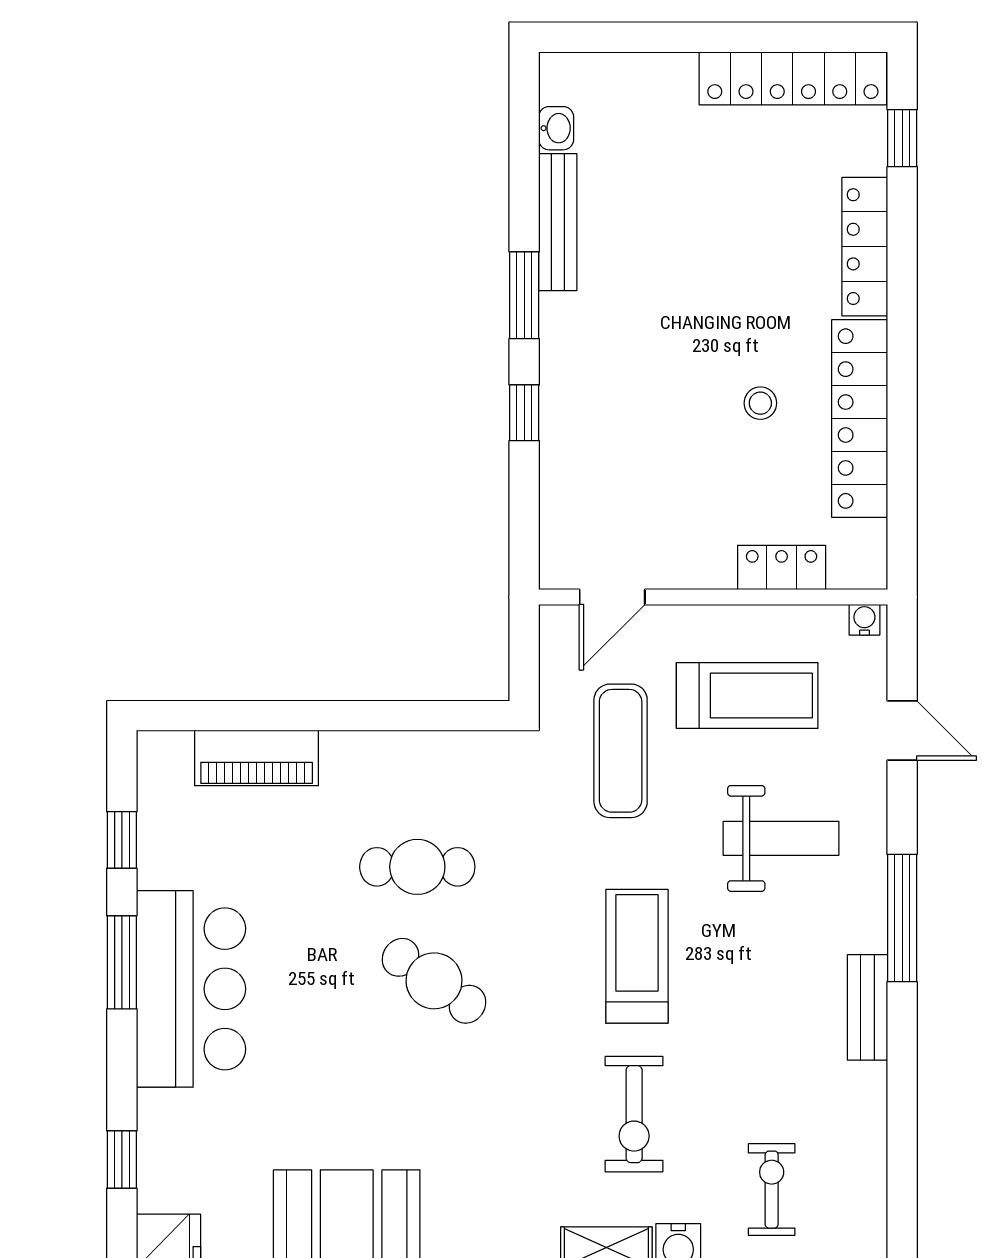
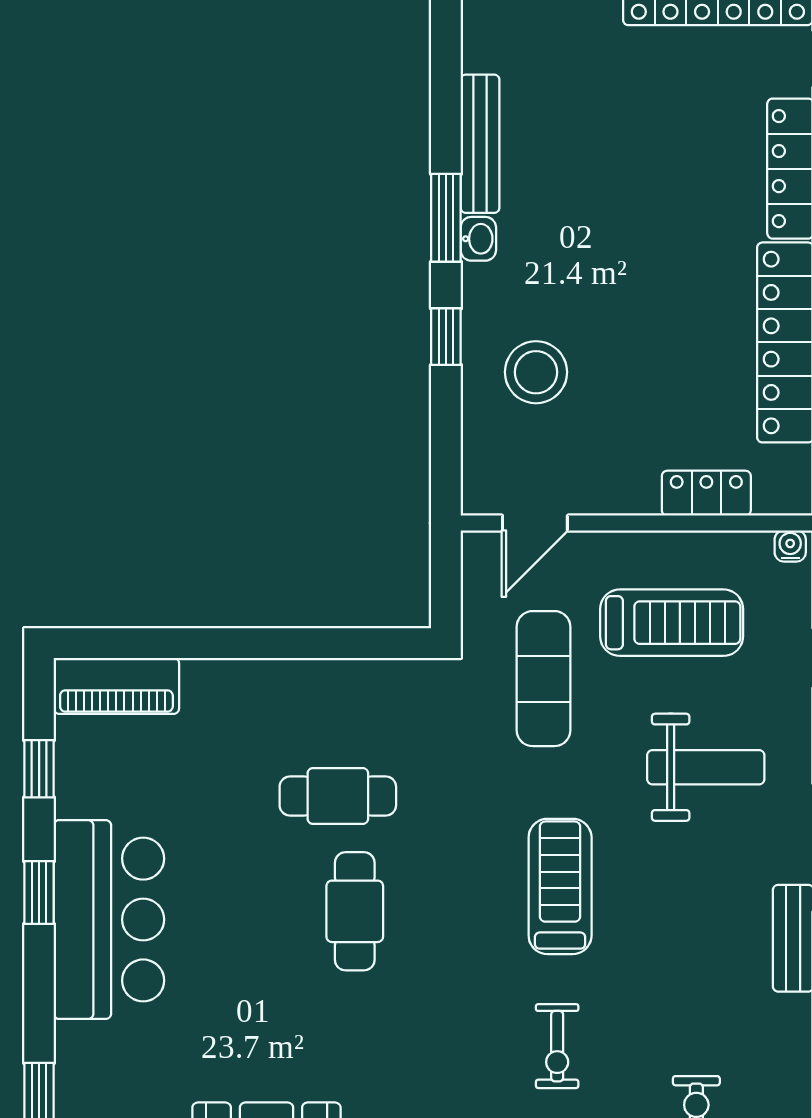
washbasin: (556, 128) -> (478, 239), moved
stool: (760, 403) -> (536, 372), moved, width x1.89, depth x1.89
piano: (257, 758) -> (116, 686), moved
window: (122, 962) -> (39, 893), width x0.67
cafe table: (434, 981) -> (355, 911), turned 55
exercise bike: (634, 1114) -> (557, 1046), width x0.73, depth x0.72

